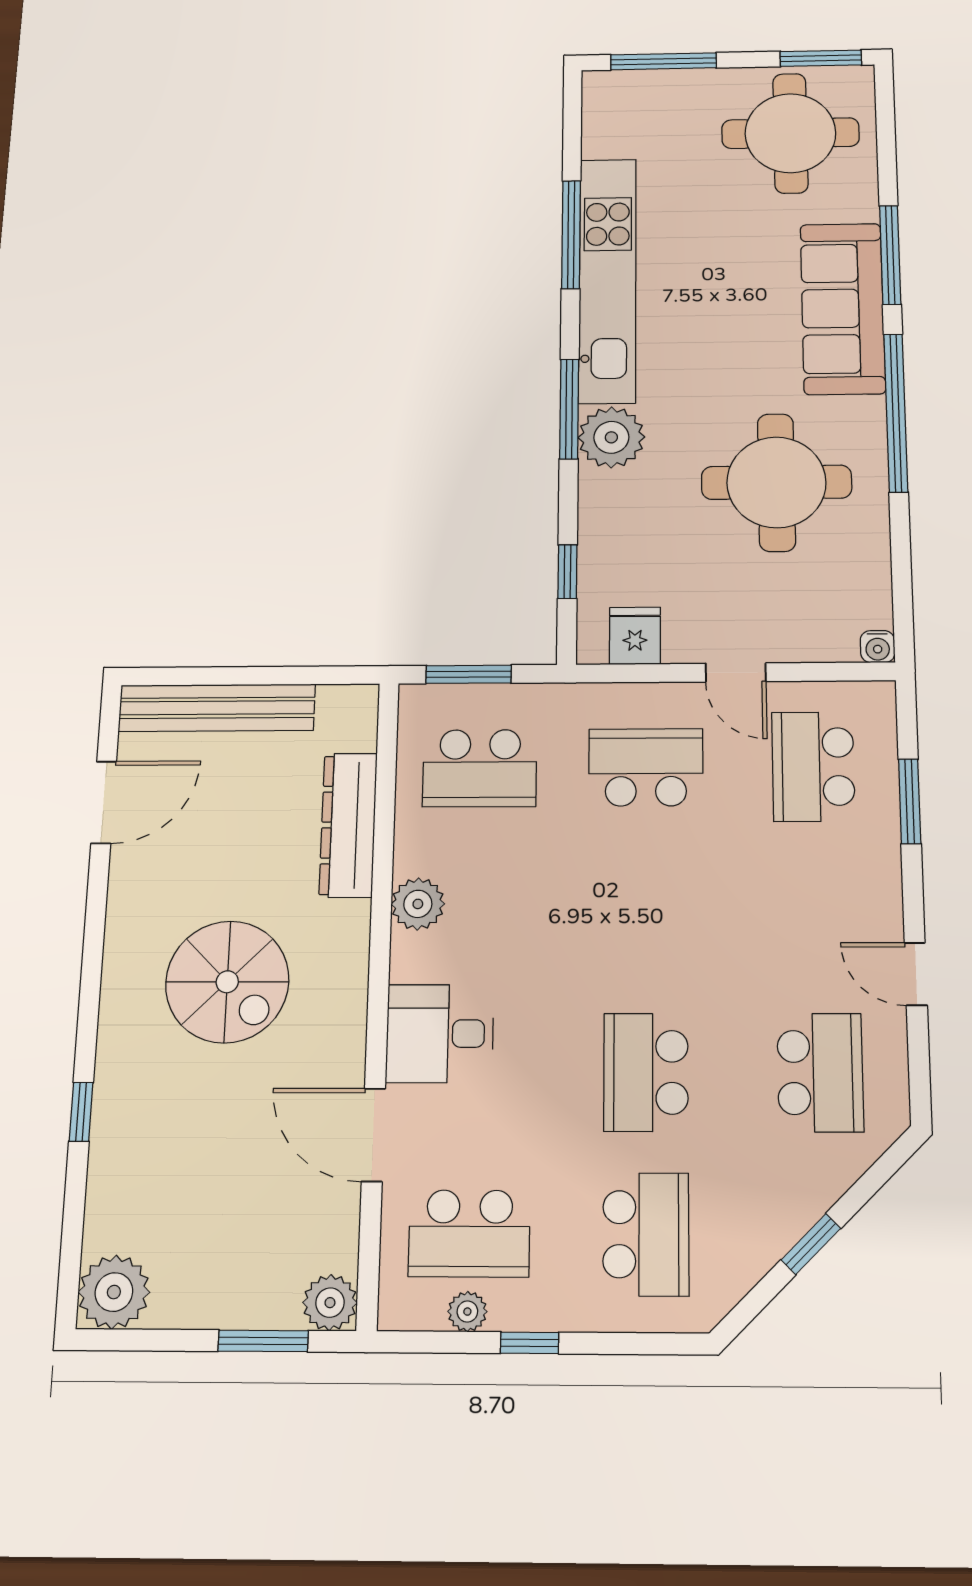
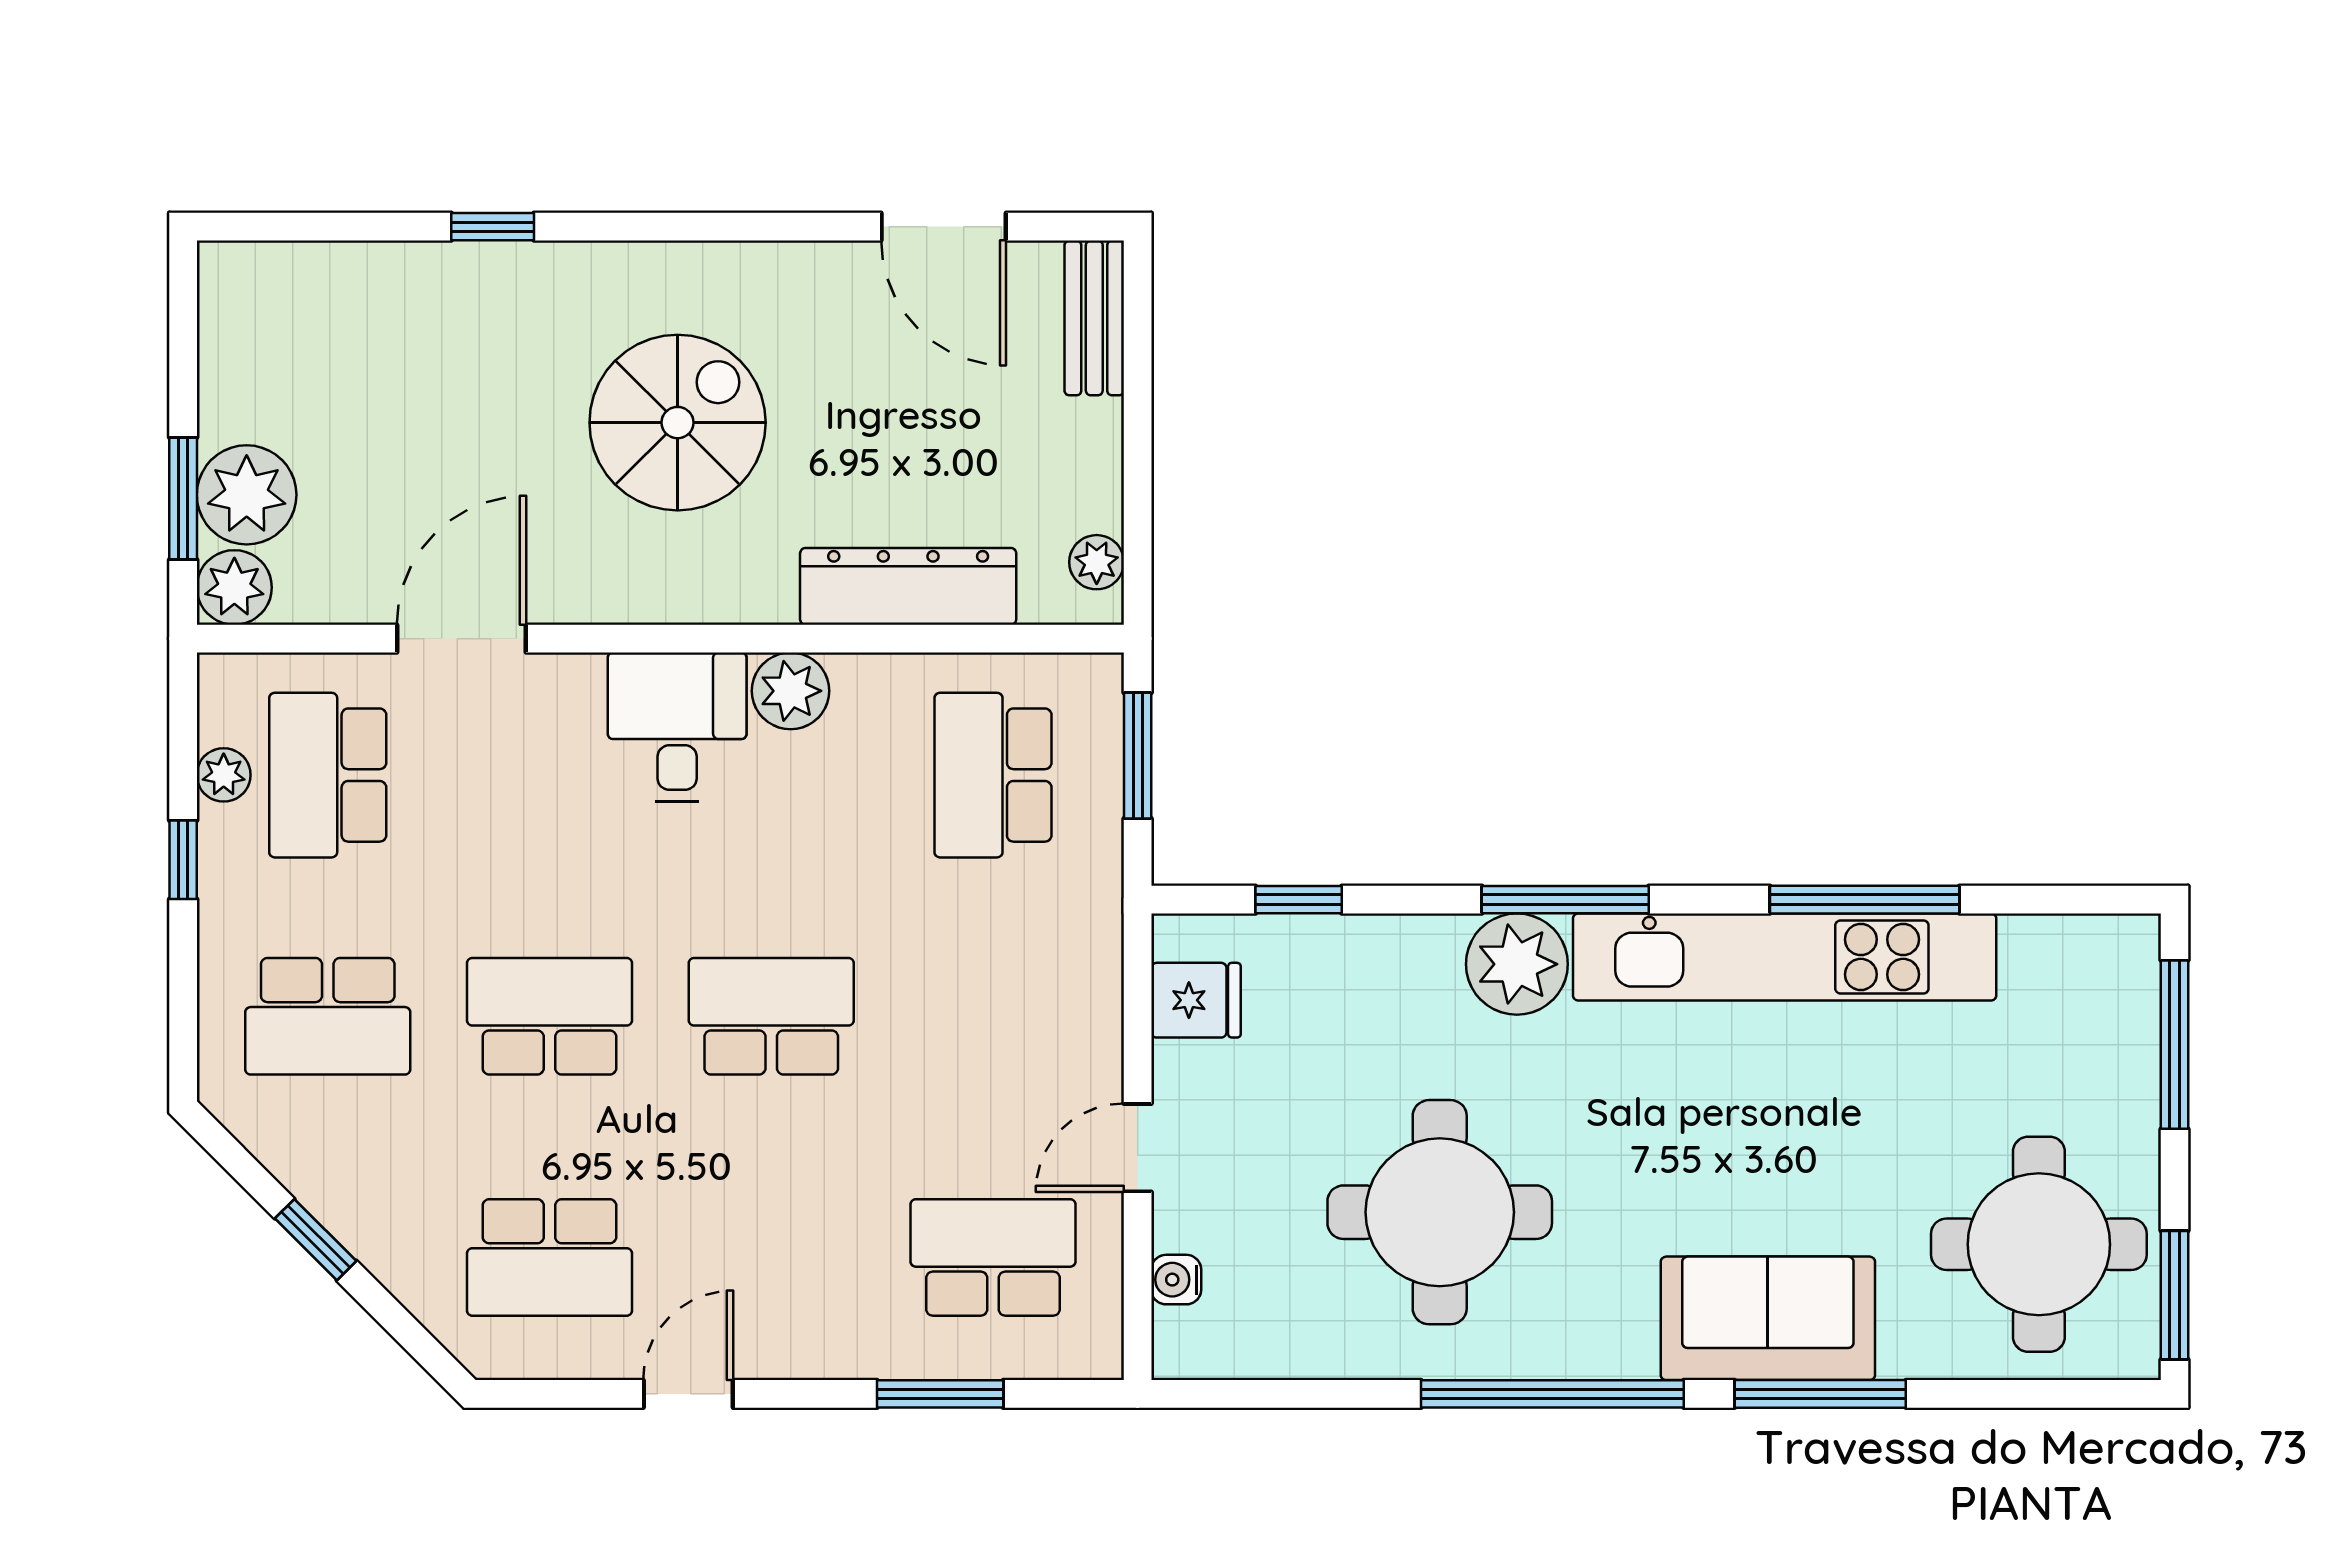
sofa: (843, 308) -> (1768, 1318), width x0.73
water cooler: (878, 647) -> (1176, 1280), moved
plant: (337, 701) -> (1097, 562), added
bench: (217, 708) -> (1094, 318), width x0.54, depth x0.82
school desk: (646, 767) -> (771, 1016), moved, turned -90
spiral stairs: (227, 982) -> (678, 423), turned 180
desk: (440, 1034) -> (677, 727), moved
plant: (114, 1292) -> (247, 495), moved

